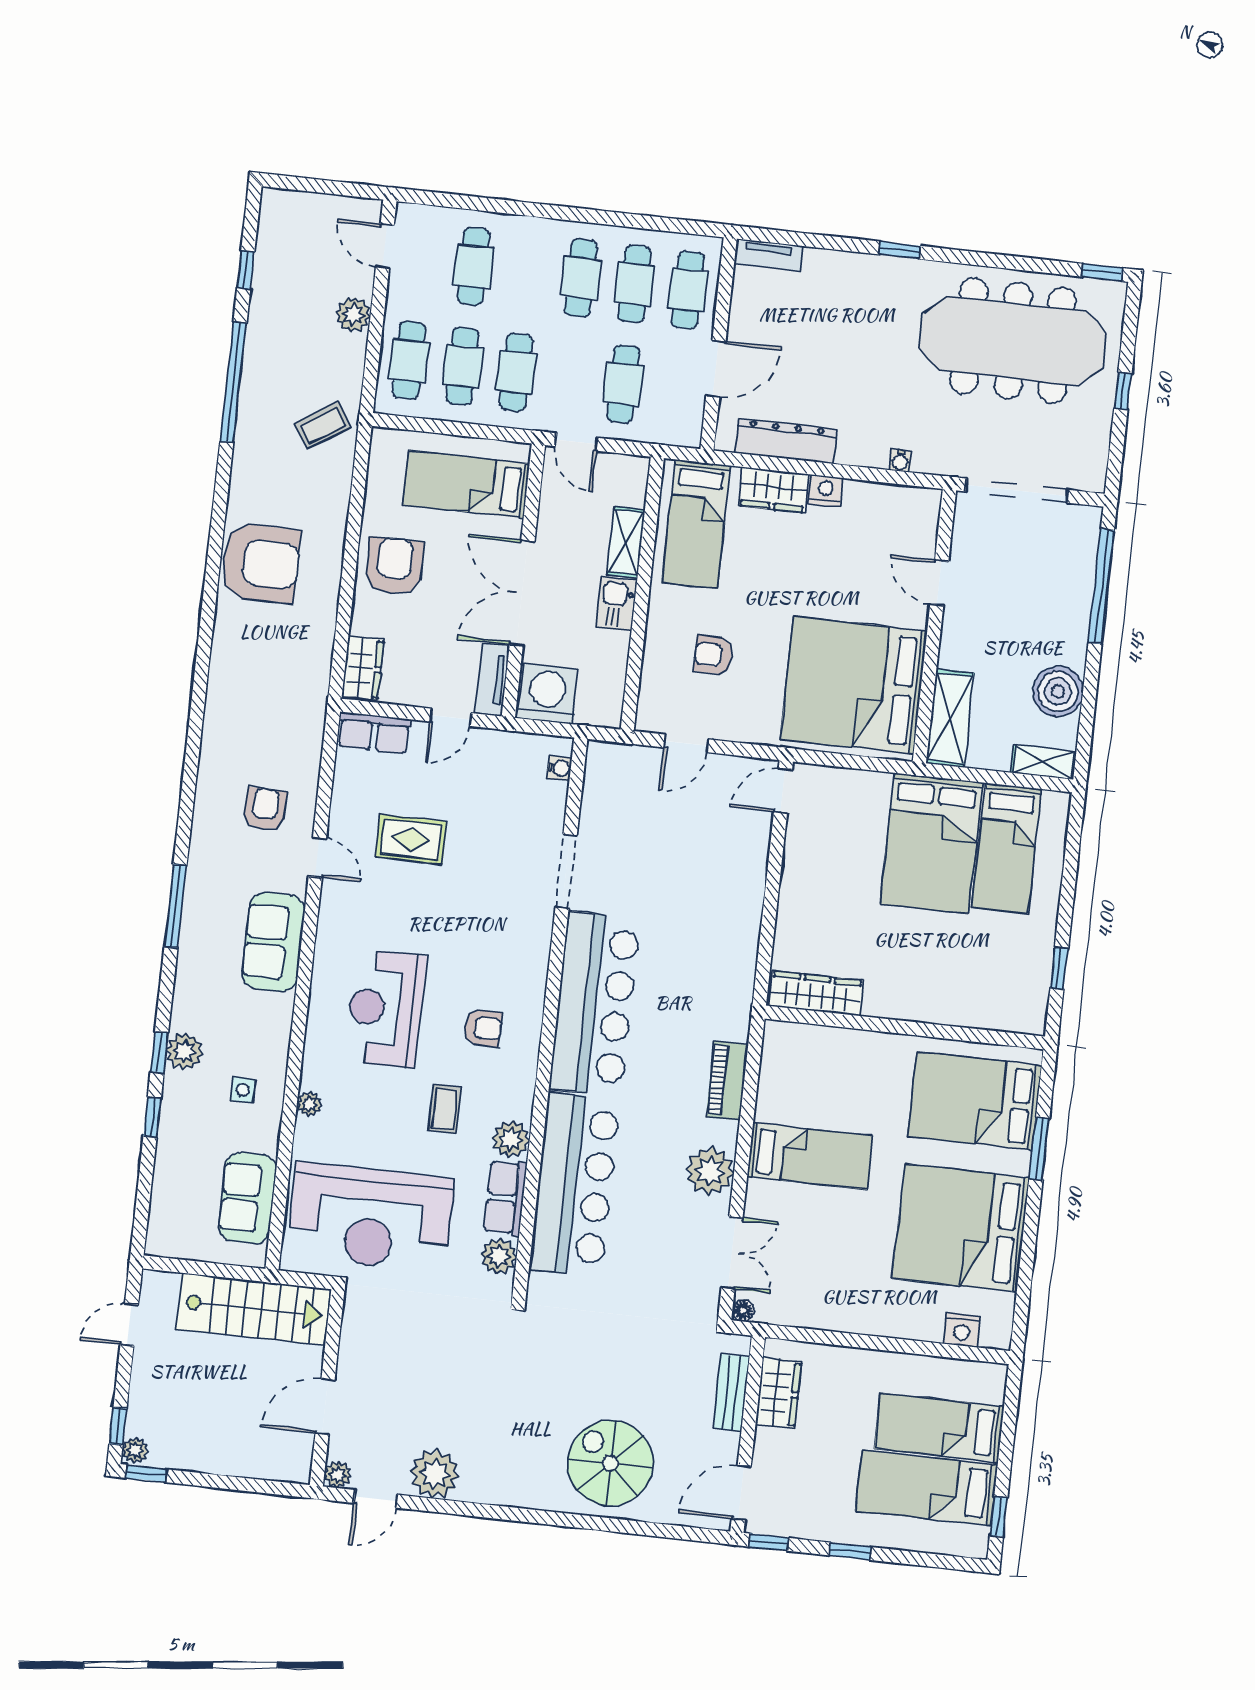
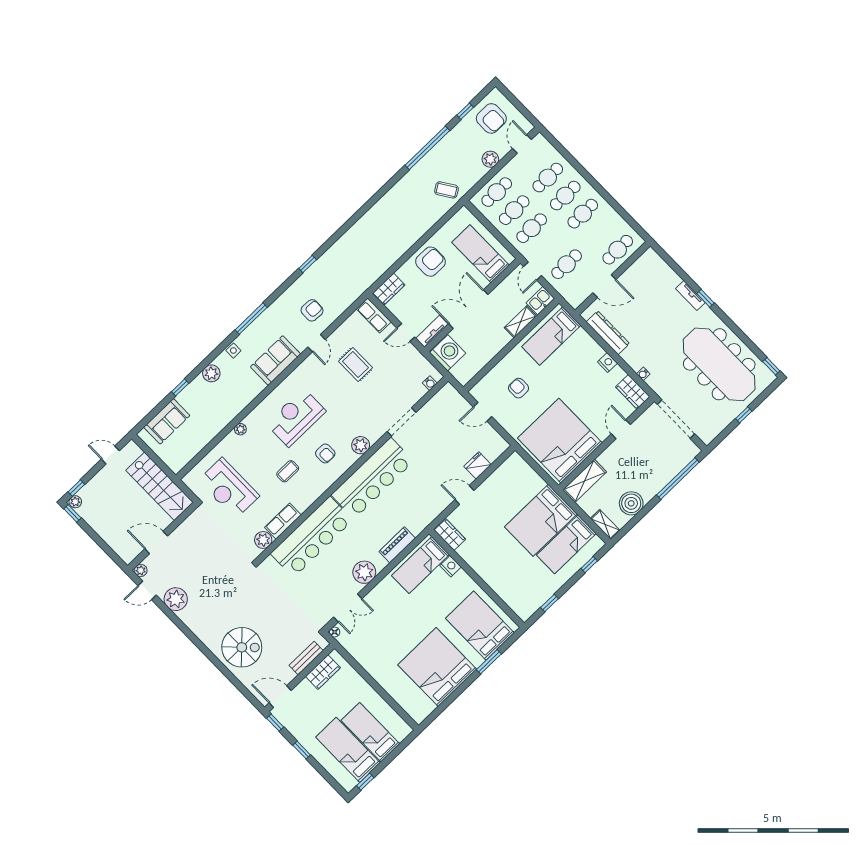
tv unit: (768, 255) -> (690, 296), moved
cafe table: (634, 284) -> (565, 196), moved
wardrobe: (773, 490) -> (633, 392), moved
armchair: (260, 563) -> (491, 118), moved, width x0.73, depth x0.73
kitchen sink: (616, 604) -> (540, 301), moved
door: (783, 791) -> (464, 495), moved
fridge: (752, 839) -> (478, 466), added
window: (1072, 850) -> (589, 565), added
wardrobe: (816, 993) -> (450, 535), width x0.67
window: (159, 1052) -> (308, 264), moved
side table: (243, 1090) -> (233, 351), moved
plant: (511, 1139) -> (361, 445), moved
bed: (810, 1156) -> (420, 565), moved, turned 90
sofa: (247, 1198) -> (167, 421), moved, turned 180
reception desk: (371, 1217) -> (229, 488), width x0.74, depth x0.77
nightstand: (962, 1330) -> (450, 566), moved, turned 180
spiral stairs: (610, 1463) -> (242, 647), turned 90

